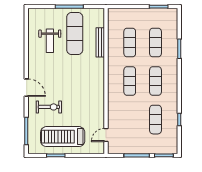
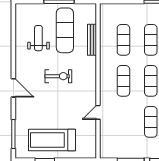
weight bench: (50, 41) -> (38, 38), turned 180
exercise bike: (49, 107) -> (58, 76), moved
door: (106, 135) -> (98, 112), moved

